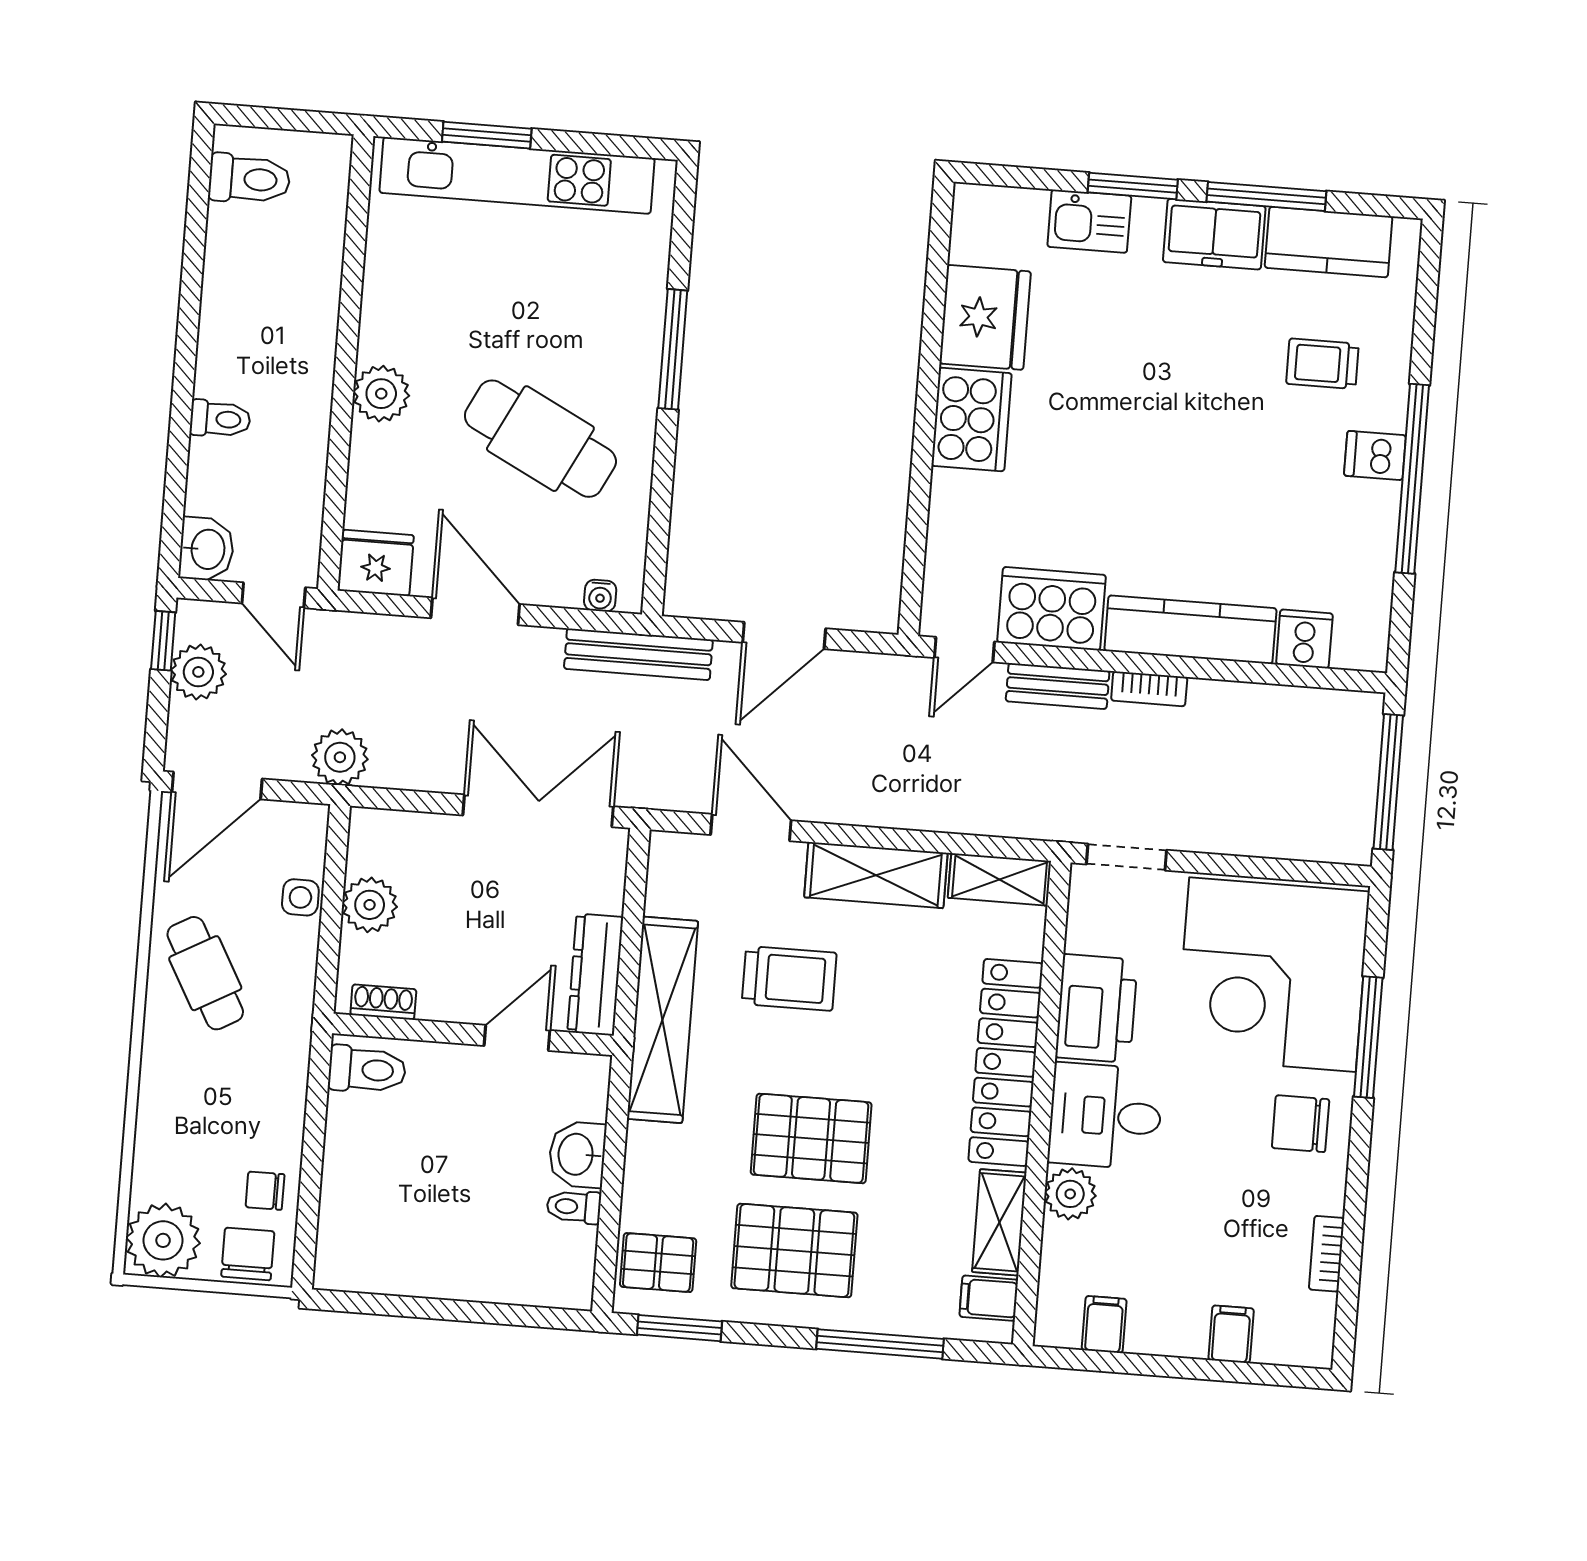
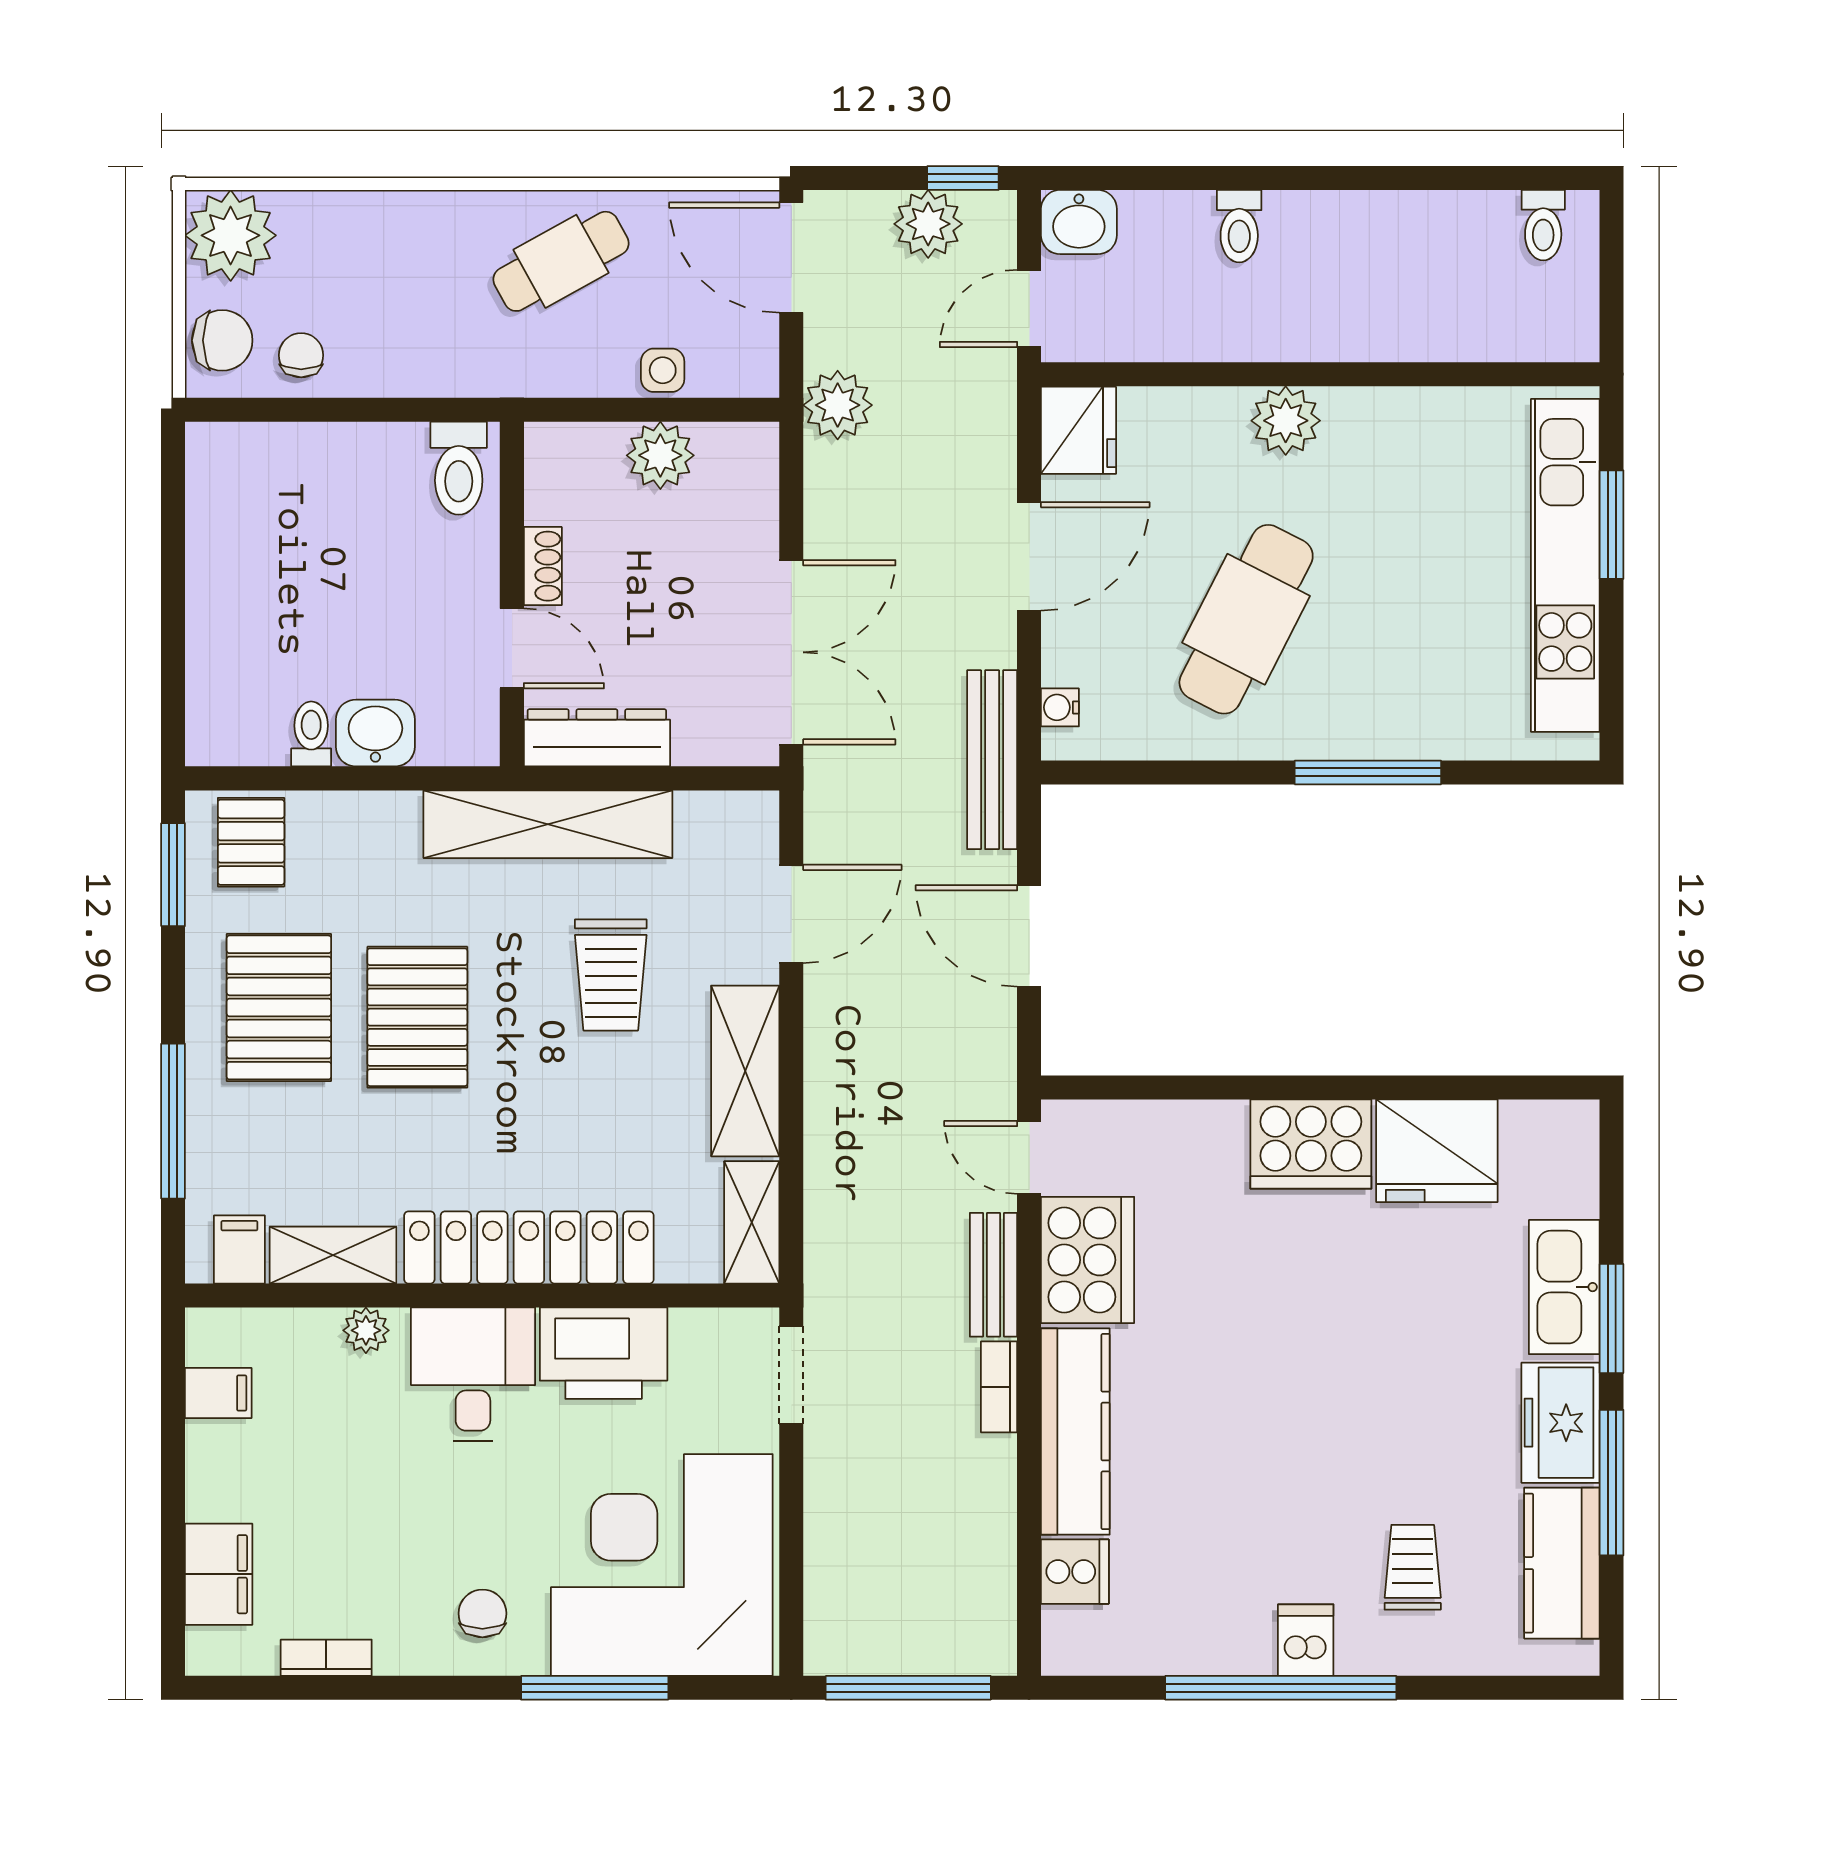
toilet: (249, 179) -> (1543, 225), width x0.73, depth x0.72
kitchen sink: (1089, 221) -> (1564, 1287), width x1.38
shoe rack: (383, 1002) -> (543, 566), moved
chair: (1300, 1124) -> (482, 1613), width x0.73, depth x0.73
plant: (1070, 1194) -> (366, 1330), width x0.73, depth x0.73
filing cabinet: (1231, 1334) -> (219, 1574), width x2.00

